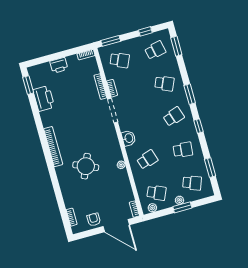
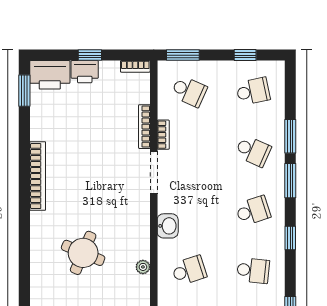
window: (176, 46) -> (290, 136), moved
window: (59, 55) -> (90, 55), added
printer: (44, 98) -> (50, 75), moved, turned 90
bookcase: (53, 147) -> (38, 176), moved

